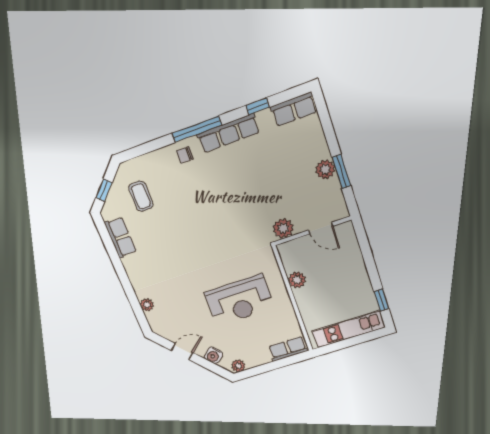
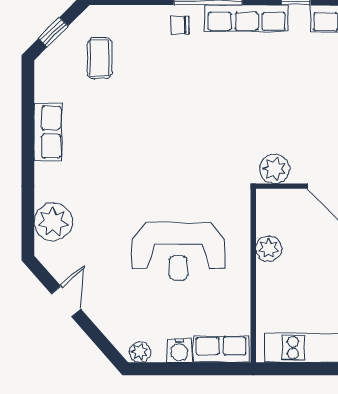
row of seats: (120, 237) -> (48, 132), moved
plant: (147, 305) -> (53, 222), width x1.87, depth x1.87
door: (182, 352) -> (66, 301), hinge flipped
water cooler: (213, 355) -> (179, 350), moved, turned -49

